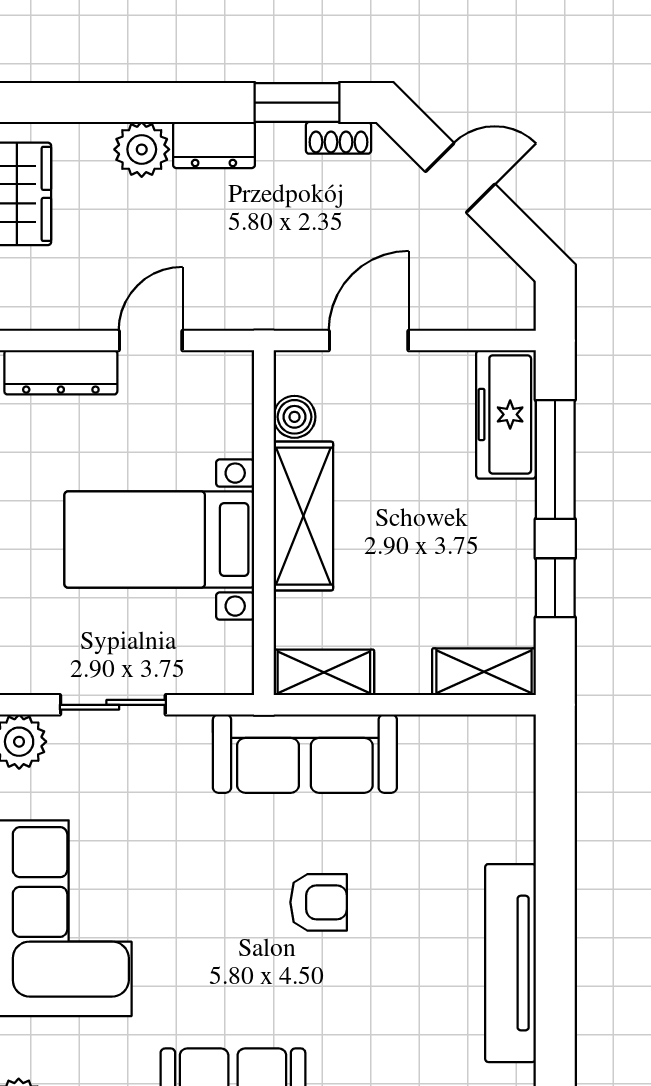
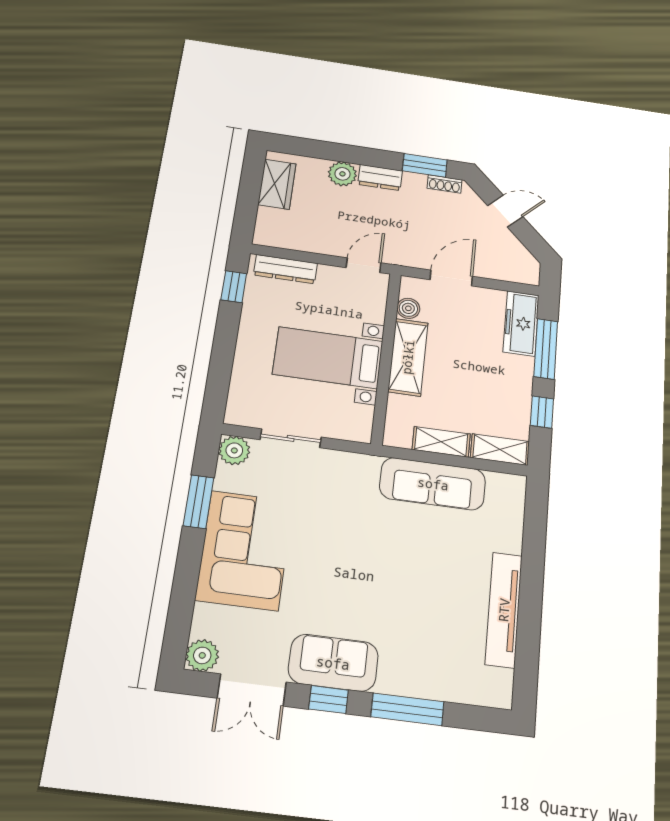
door: (151, 341) -> (364, 265), moved
shelving: (324, 672) -> (441, 442), moved
sofa: (305, 754) -> (433, 484), moved
armchair: (319, 902) -> (396, 561), removed

